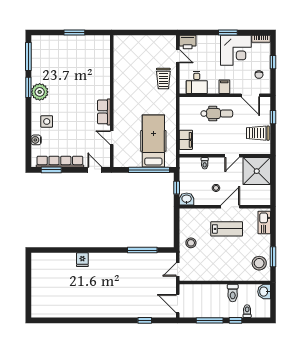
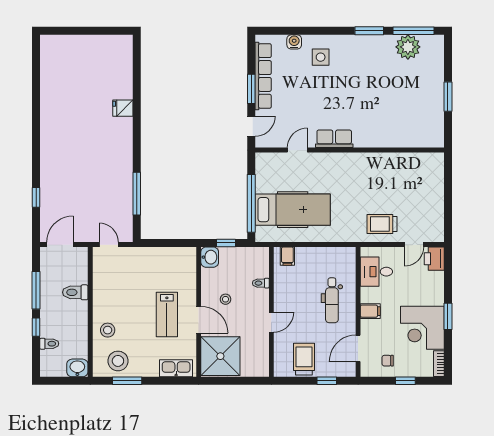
plant: (40, 92) -> (408, 47), moved
filing cabinet: (186, 140) -> (287, 256), width x0.50
door: (232, 156) -> (271, 322), swing flipped
window: (51, 170) -> (251, 89), moved
shower: (257, 171) -> (220, 356), moved
stool: (191, 243) -> (108, 330), moved
toilet: (233, 293) -> (75, 292), moved

